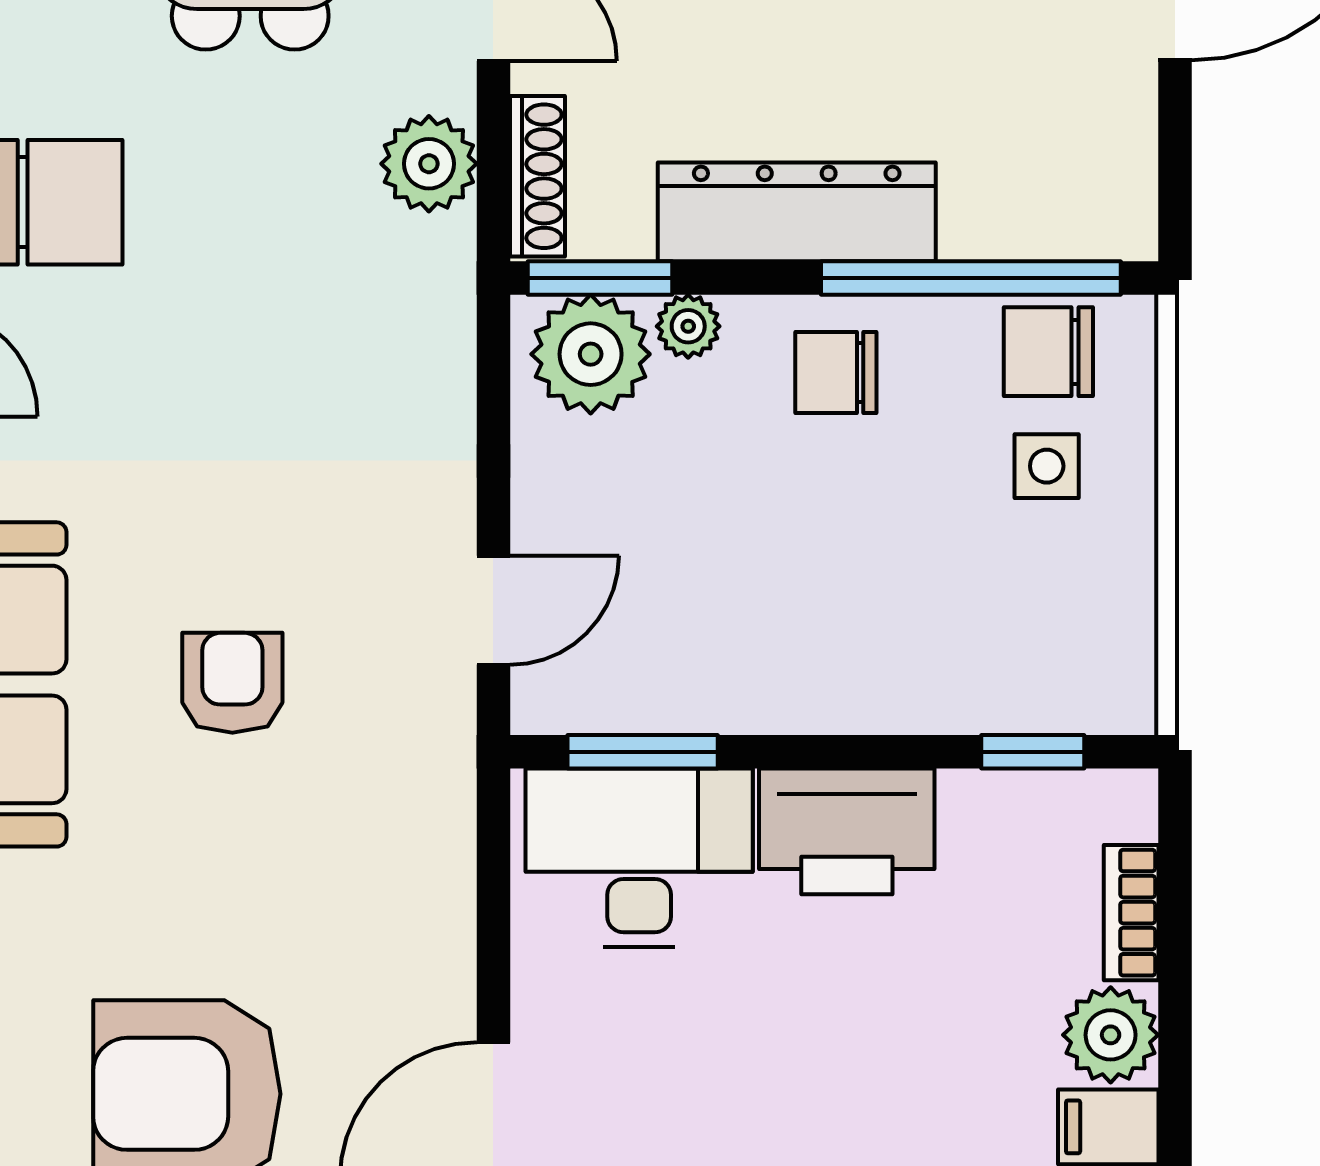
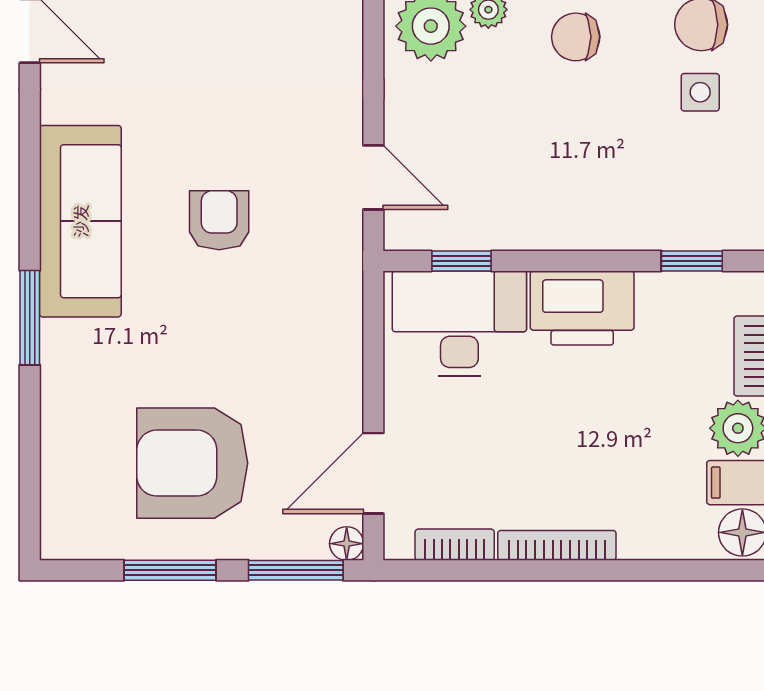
door: (493, 610) -> (373, 177), hinge flipped
window: (643, 752) -> (461, 261), width x0.67

